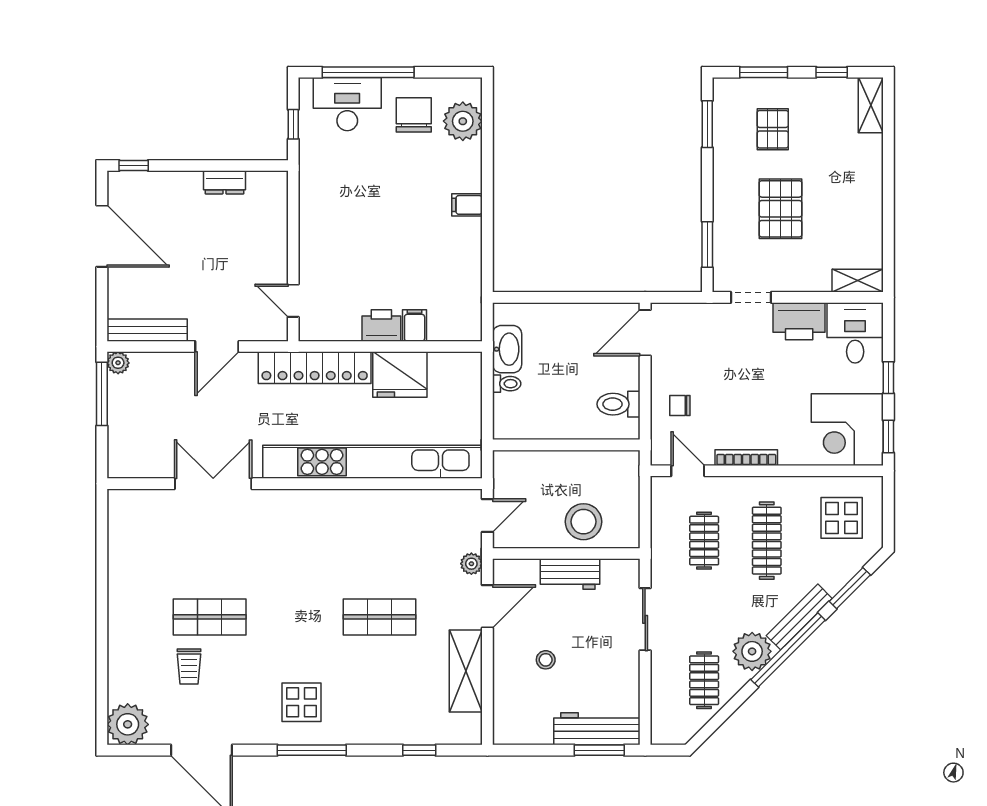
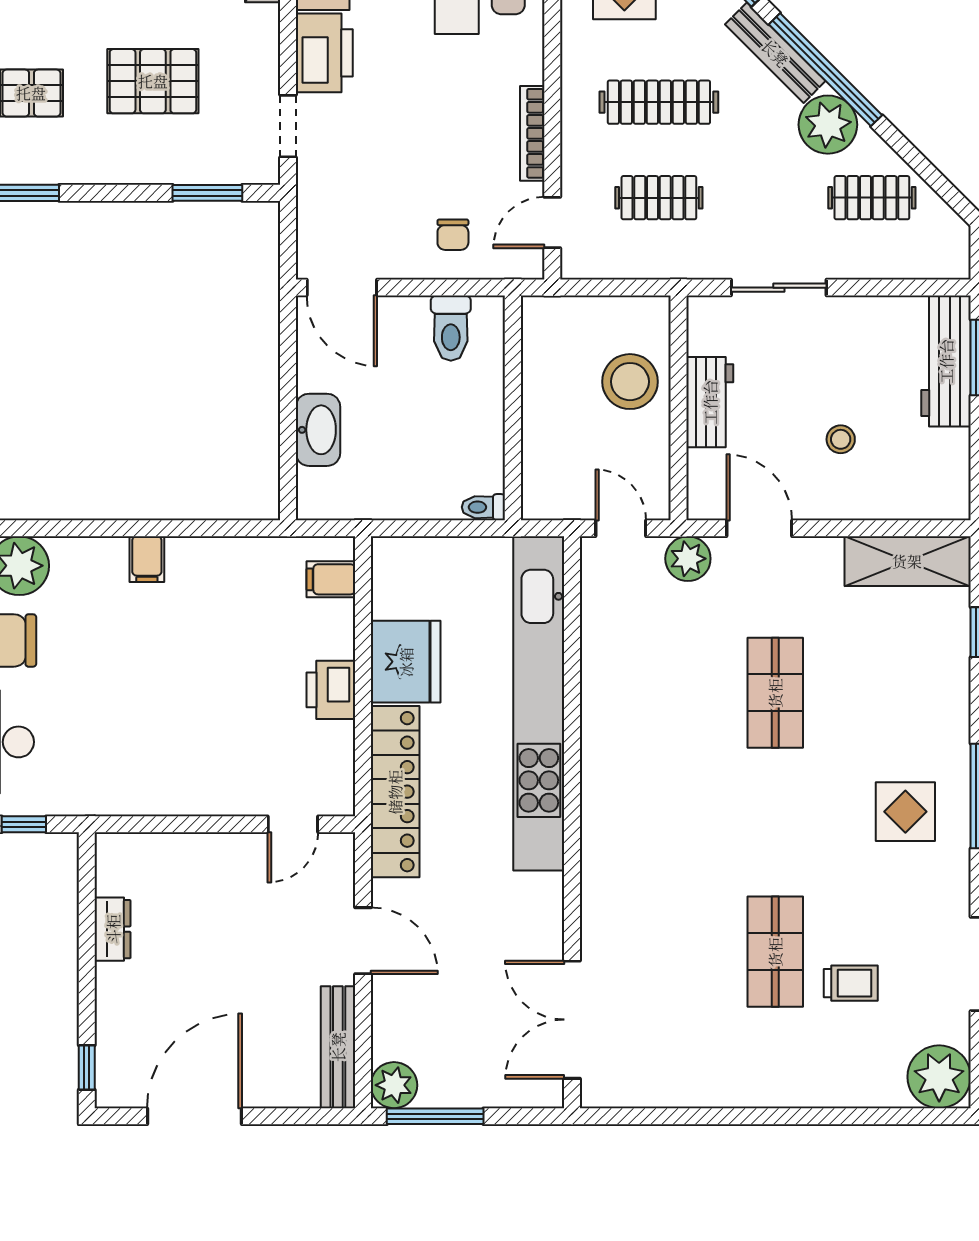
filing cabinet: (415, 326) -> (331, 579), moved
washbasin: (507, 349) -> (318, 430), moved, turned 90
plant: (118, 363) -> (394, 1085), width x1.38, depth x1.38
toilet: (507, 384) -> (483, 507), moved, turned -90
double door: (213, 484) -> (572, 1020), moved
plant: (471, 564) -> (688, 559), width x1.38, depth x1.38
shelving: (466, 671) -> (907, 561), moved

